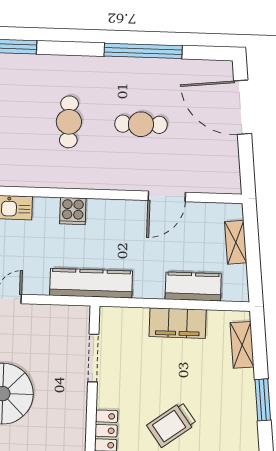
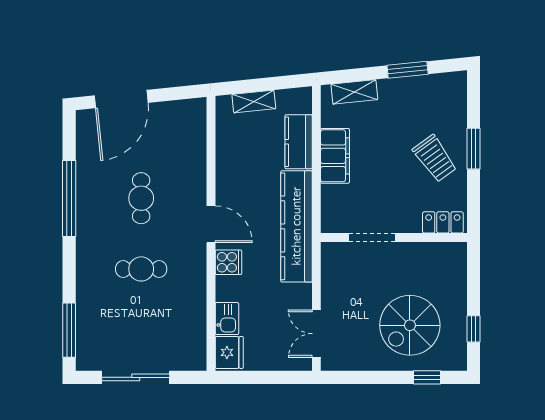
door: (167, 196) -> (211, 224), moved
kitchen counter: (91, 283) -> (297, 226), width x1.39, depth x1.17

